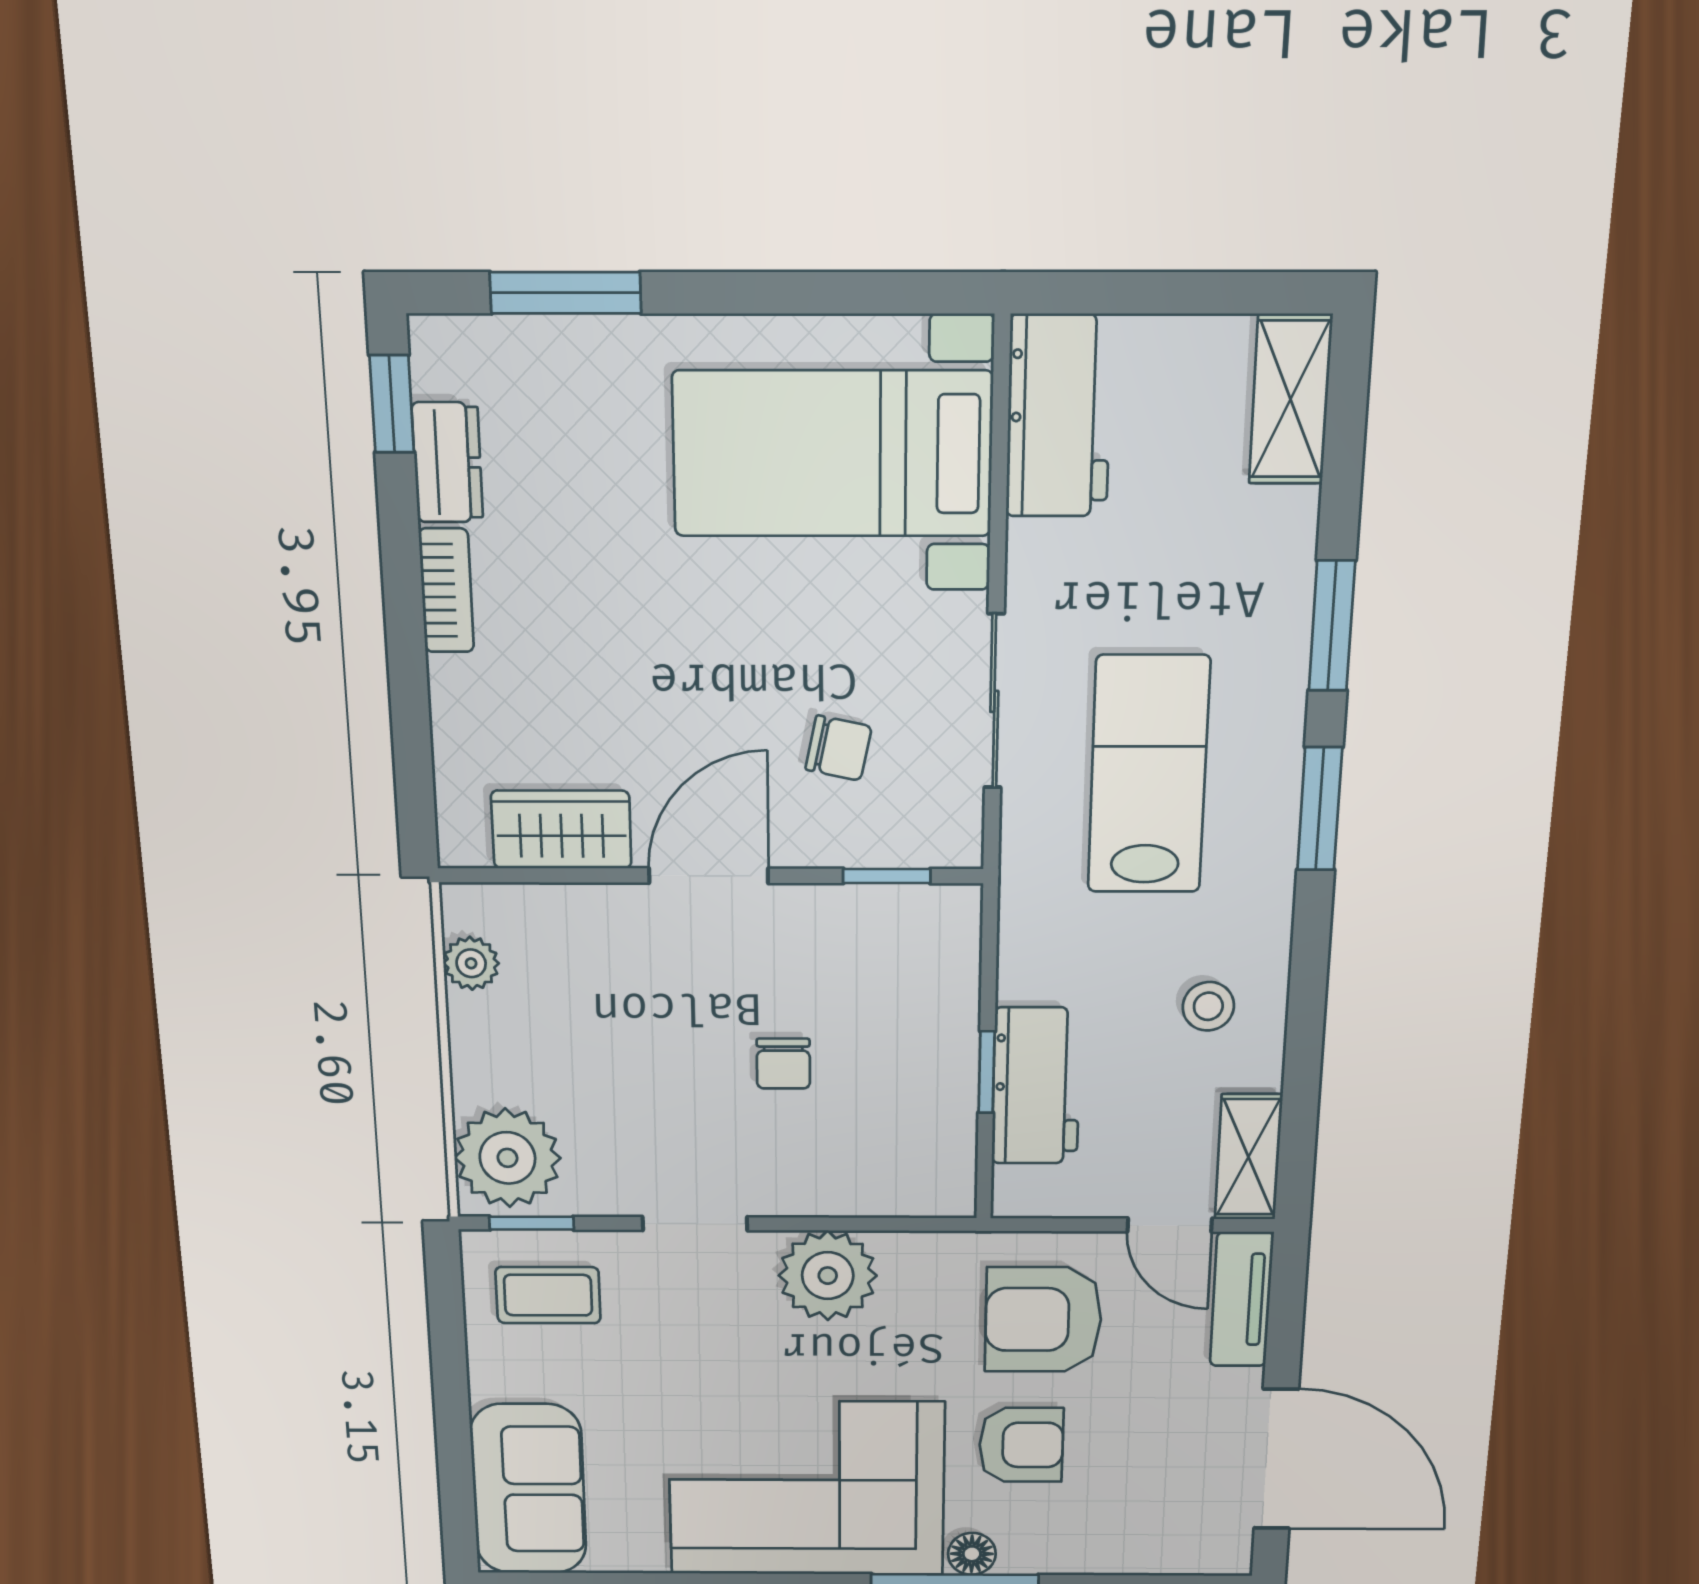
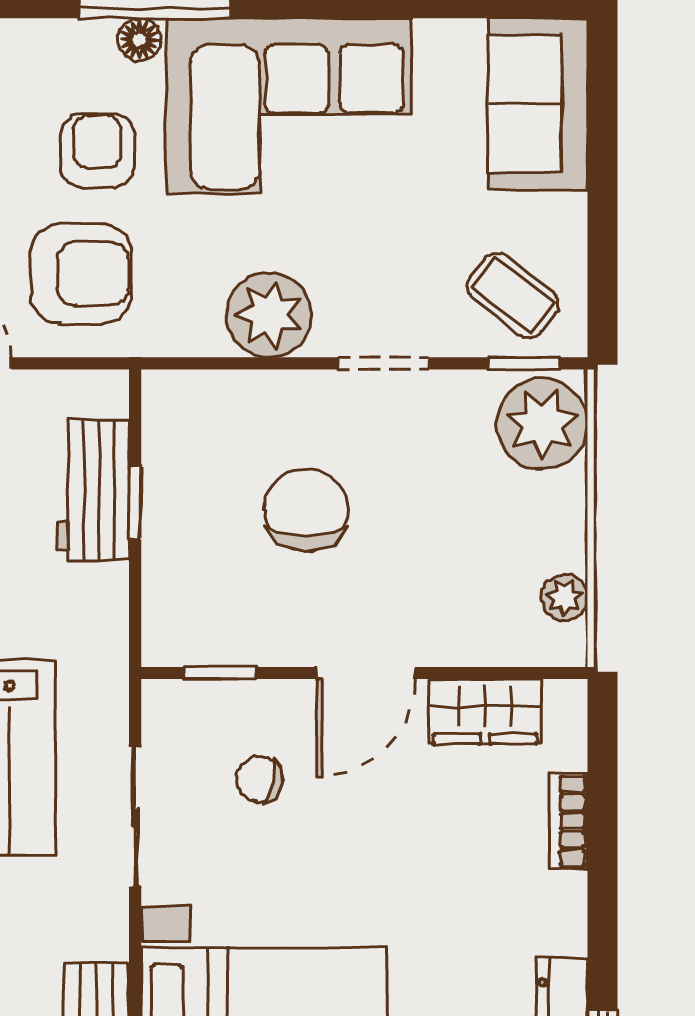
bookcase: (446, 590) -> (568, 821), moved
chair: (783, 1064) -> (306, 510), width x1.87, depth x1.87
coffee table: (548, 1295) -> (513, 295), turned 38
armchair: (1021, 1445) -> (97, 151), turned 90

